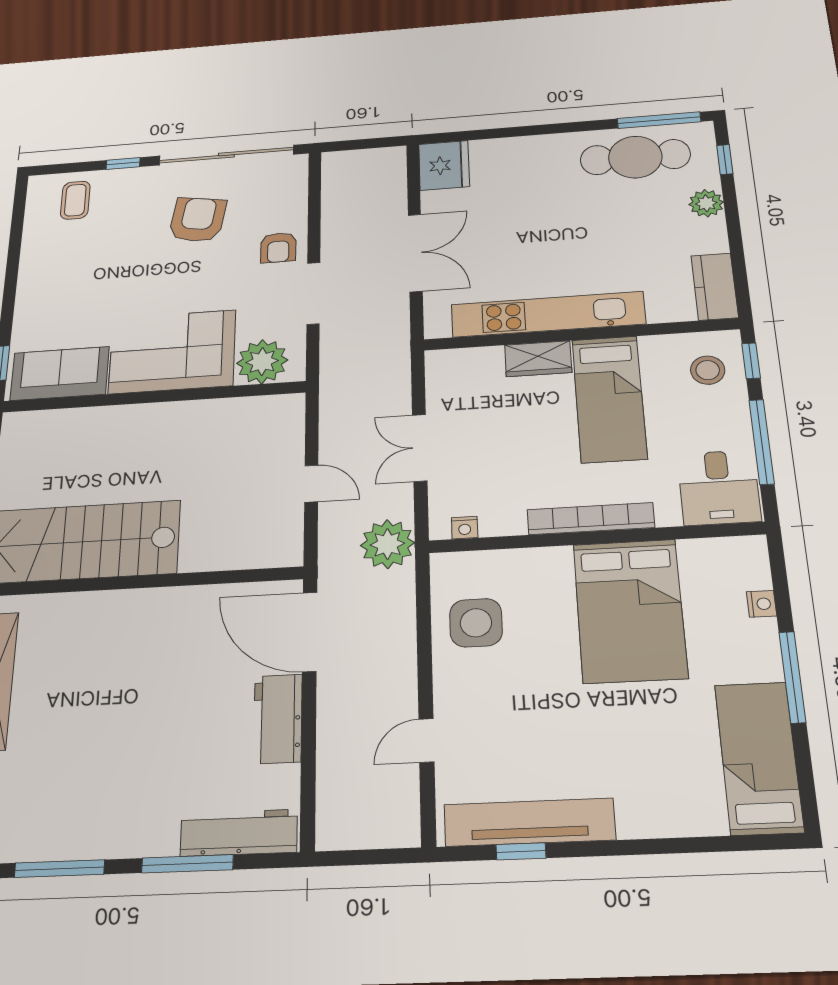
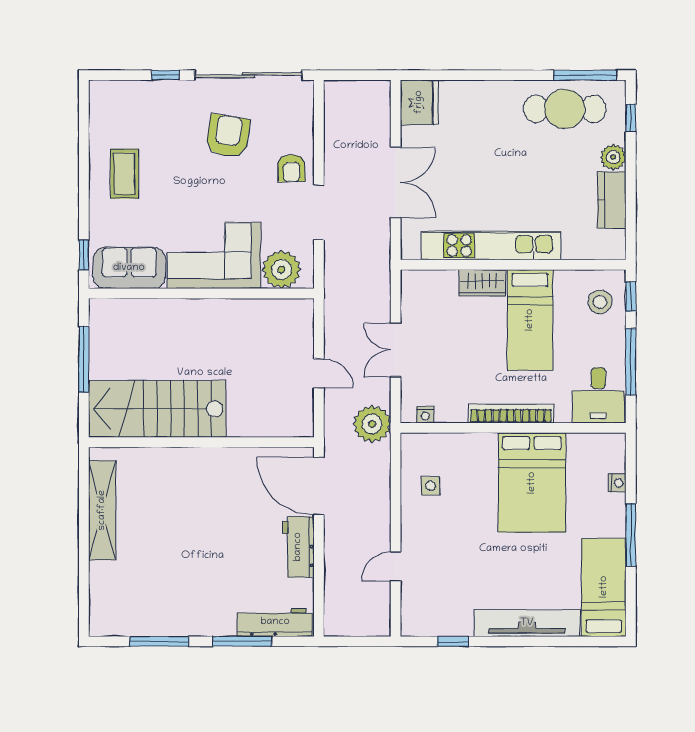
coffee table: (75, 200) -> (124, 174), moved, width x1.36, depth x1.30
kitchen counter: (715, 286) -> (612, 200), moved
side table: (476, 623) -> (430, 486), width x0.54, depth x0.54
tv unit: (529, 822) -> (527, 623), moved

